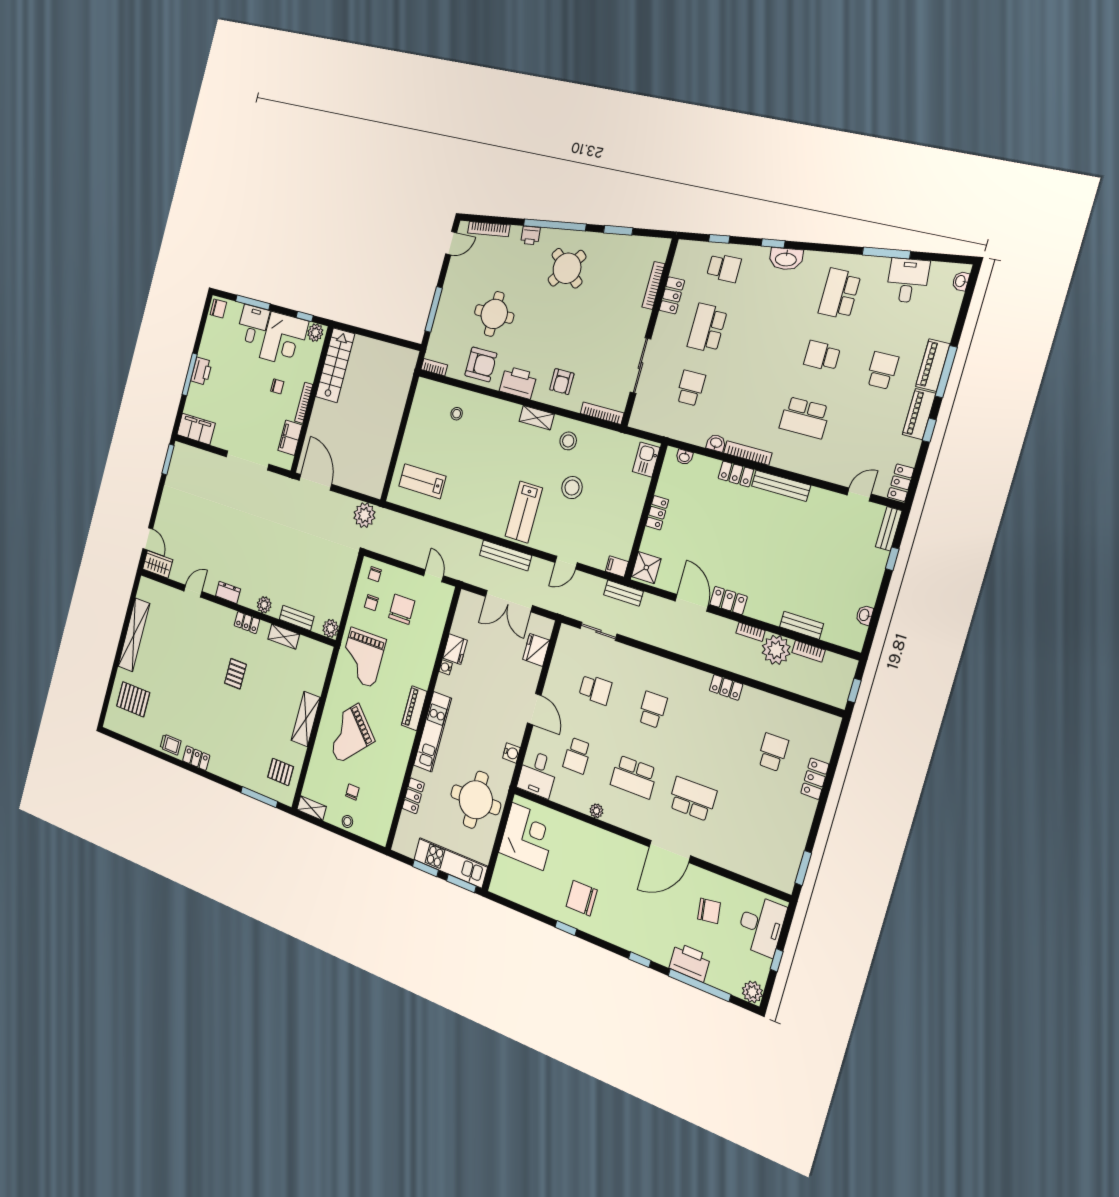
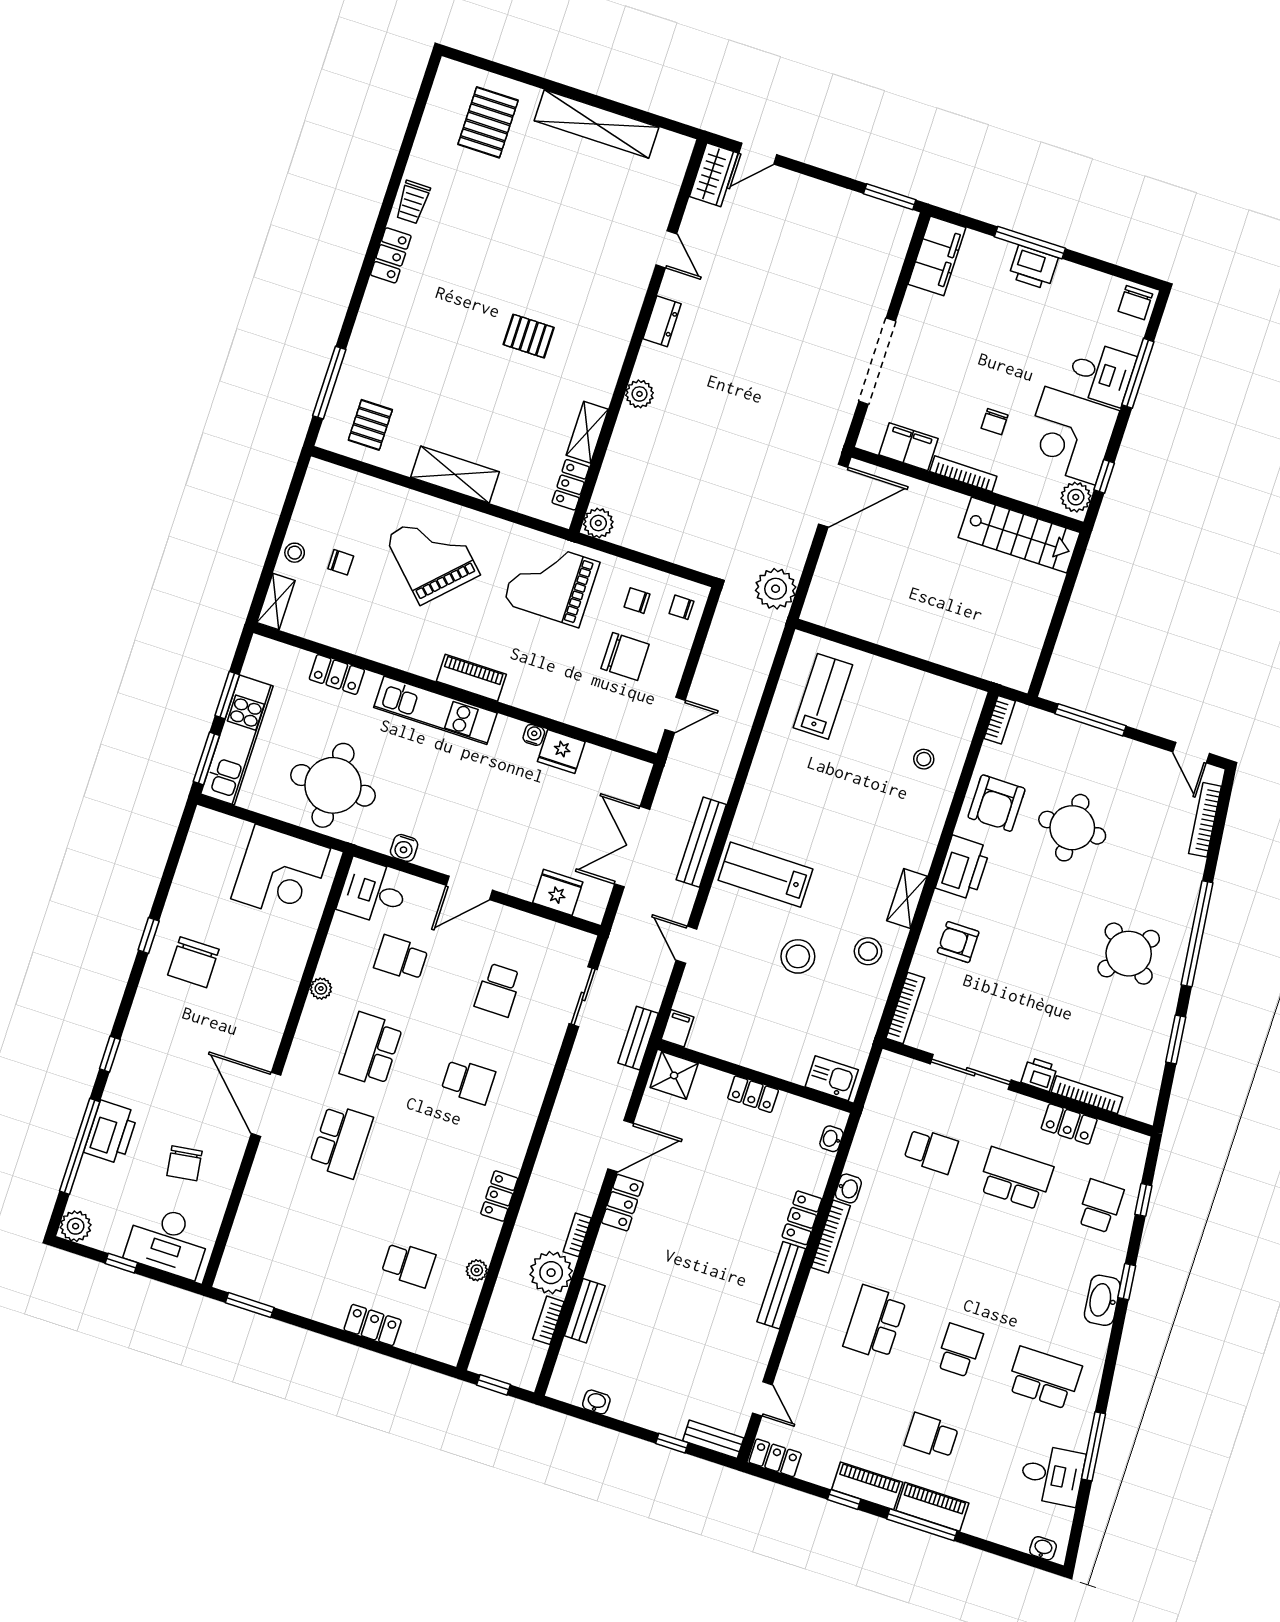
printer: (530, 235) -> (1039, 1074), moved, turned 97
school desk: (724, 268) -> (1100, 1206), turned 180
school desk: (882, 370) -> (931, 1436), turned 180
bench: (297, 618) -> (617, 458), removed
locker: (247, 623) -> (571, 485), moved
plant: (776, 703) -> (477, 1270), added
shelving: (312, 808) -> (276, 602), moved
chair: (582, 898) -> (193, 962), turned 180

